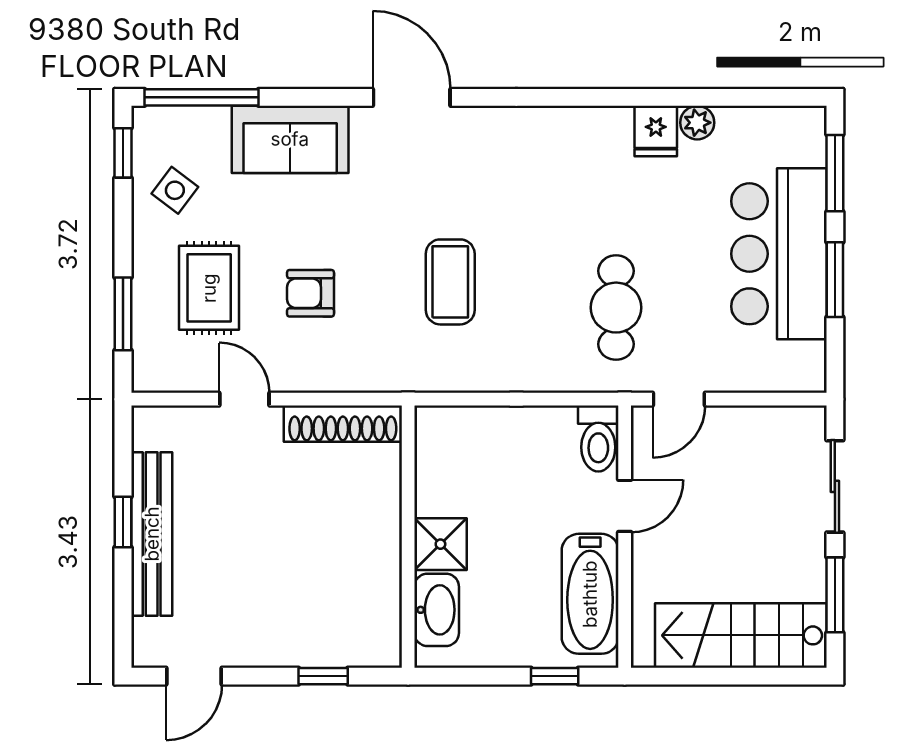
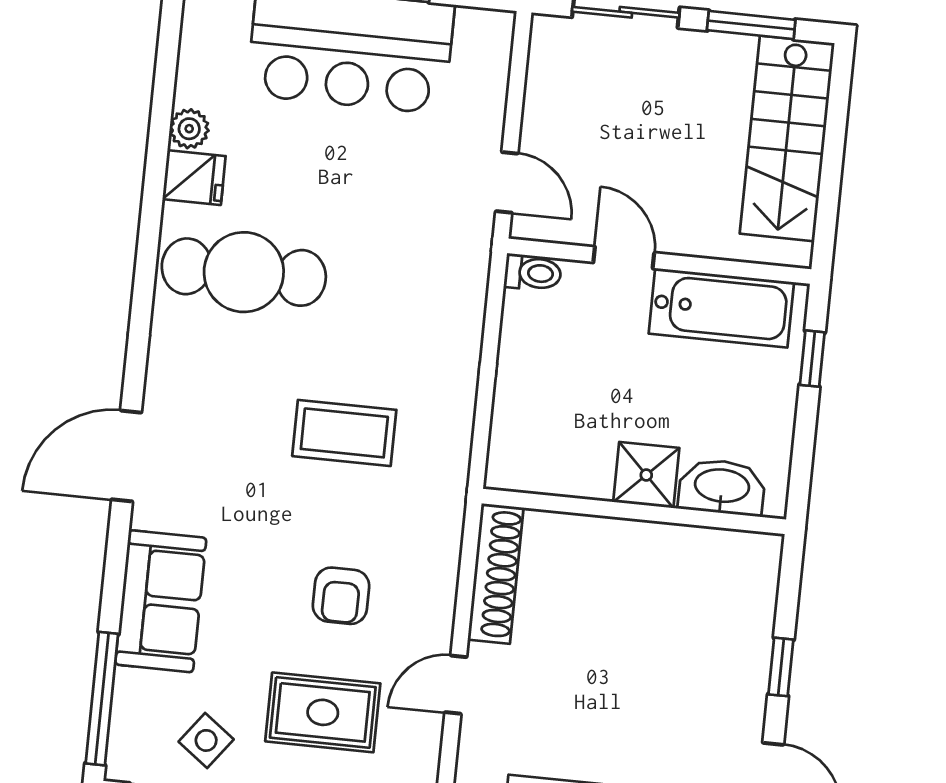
cafe table: (616, 308) -> (244, 272), moved, width x1.37, depth x1.35
toilet: (598, 439) -> (533, 273), width x0.73, depth x0.72
window: (323, 676) -> (781, 667), moved

